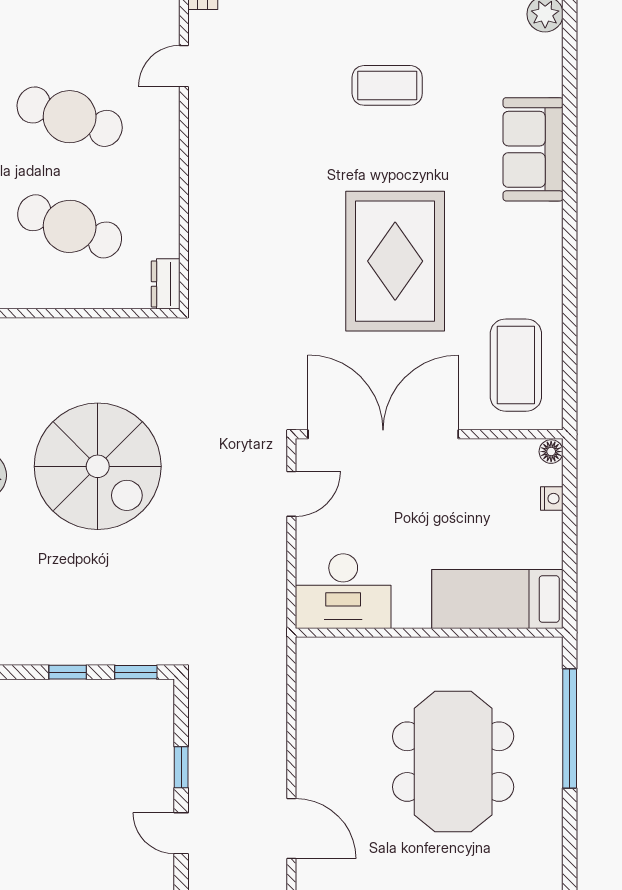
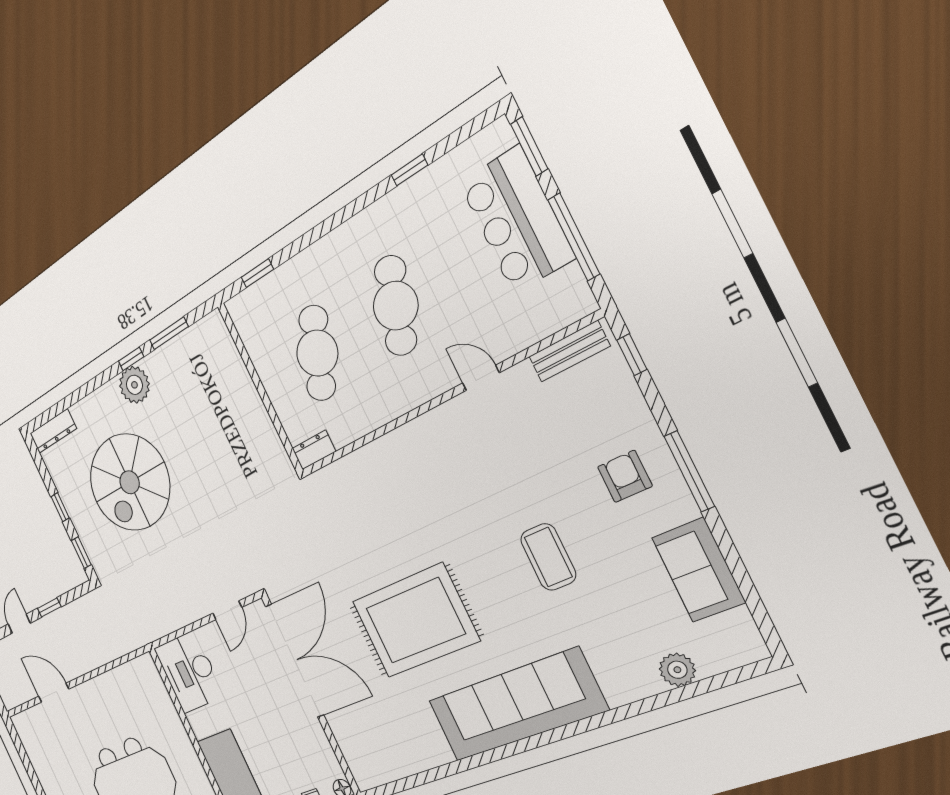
sofa: (533, 149) -> (516, 705), width x1.85, depth x1.27
coffee table: (516, 365) -> (387, 742), removed
spiral stairs: (98, 466) -> (130, 482), moved
door: (291, 494) -> (227, 610), hinge flipped
door: (291, 829) -> (54, 693), swing flipped

